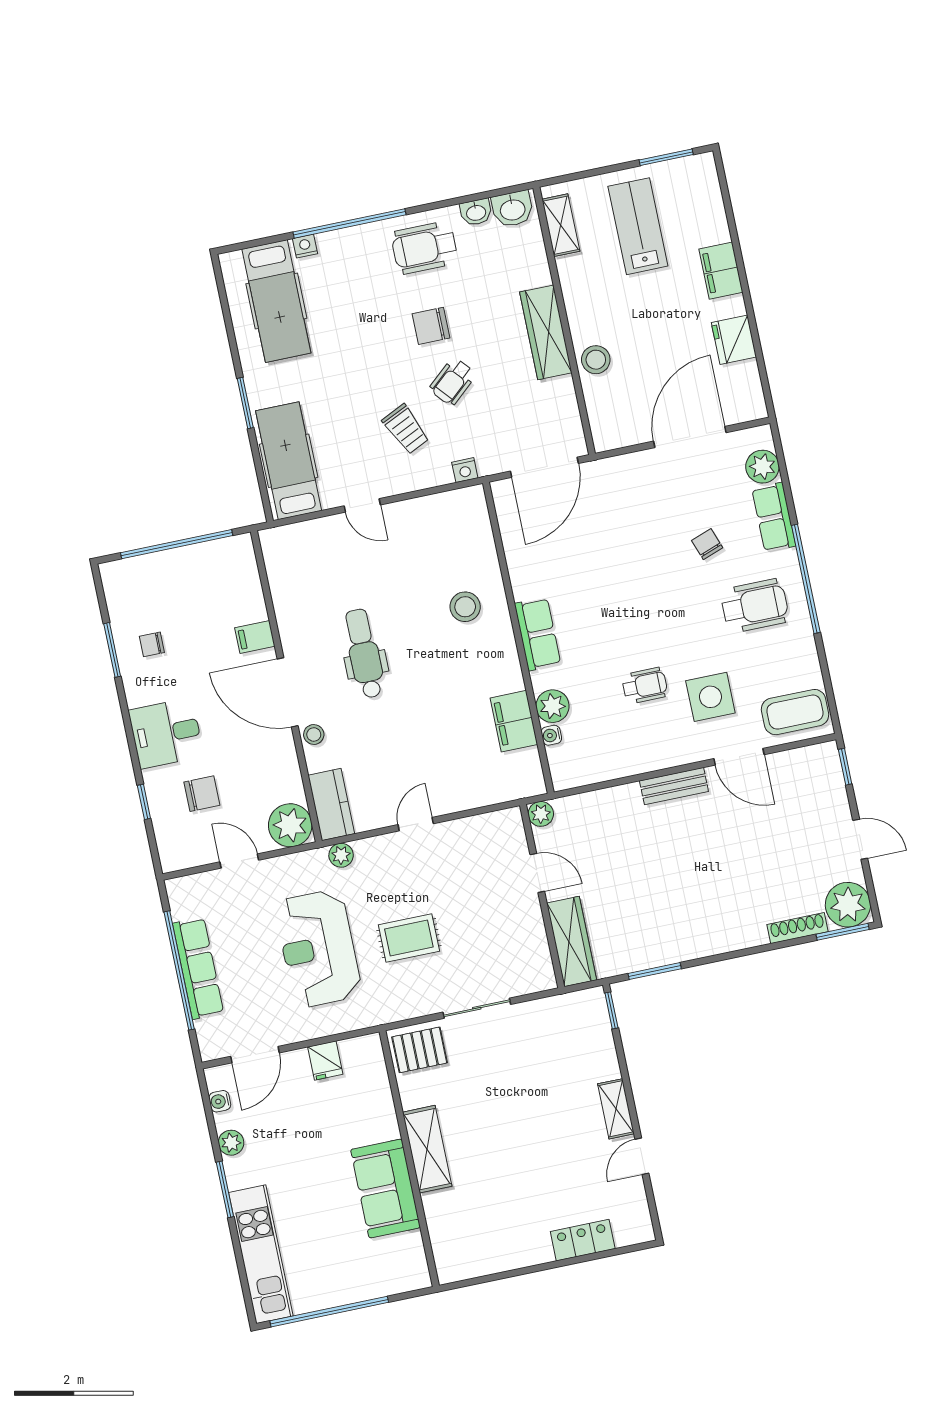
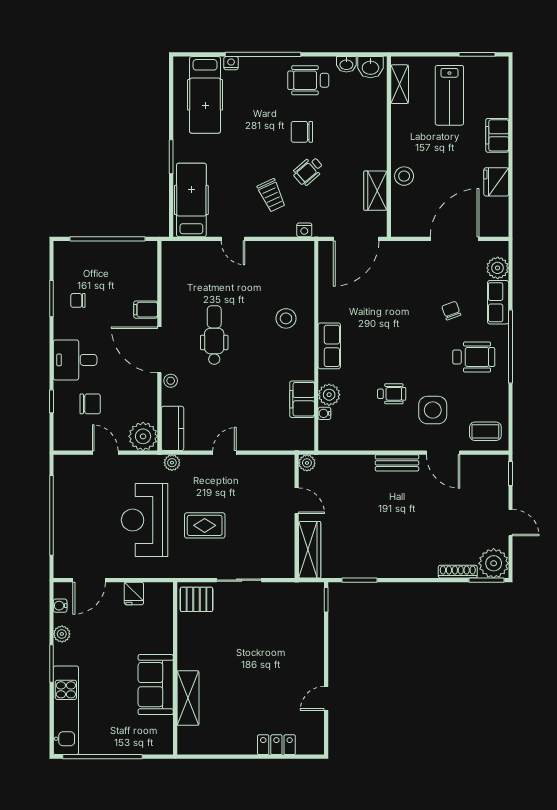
lab bench: (638, 226) -> (449, 95), turned 180
wardrobe: (546, 332) -> (375, 191), moved, width x0.67
coffee table: (795, 712) -> (485, 431), width x0.73, depth x0.77
row of seats: (198, 968) -> (64, 517), removed
shelving: (616, 1109) -> (316, 664), removed
shelving: (427, 1149) -> (188, 698), moved

